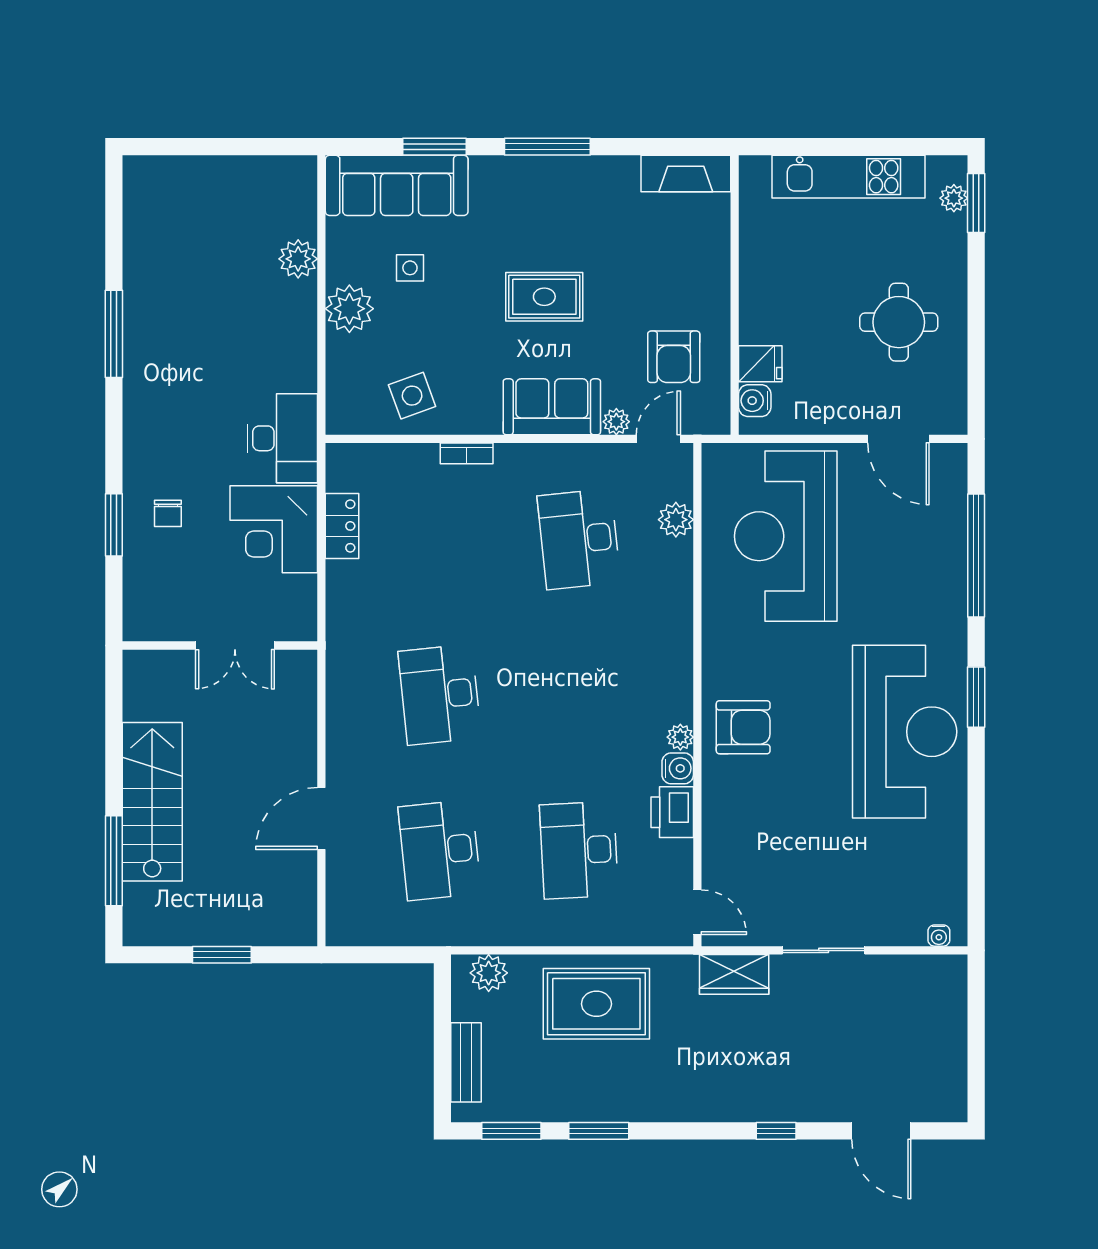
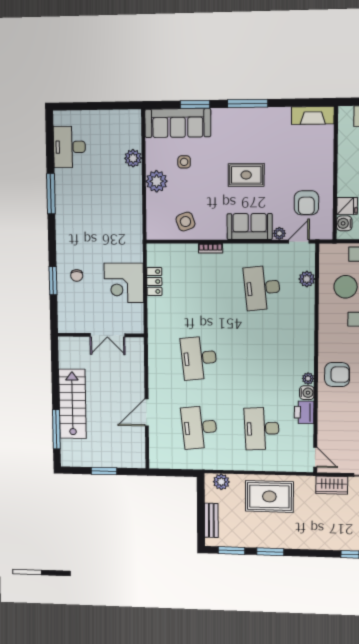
desk: (282, 438) -> (69, 147), moved, turned 180

